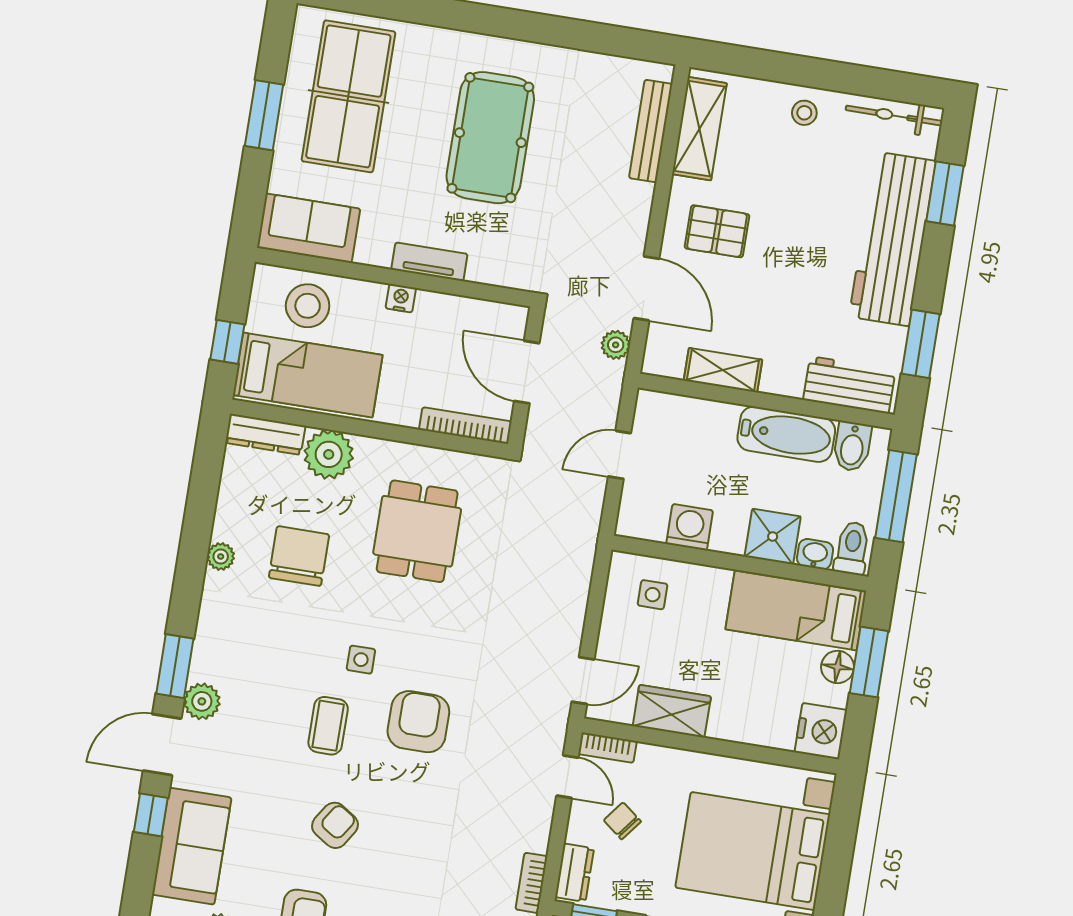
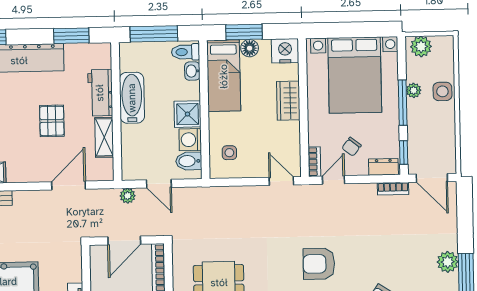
pallet: (717, 231) -> (52, 121), moved
plant: (616, 345) -> (128, 196), moved
workbench: (849, 385) -> (100, 93), moved
bidet: (852, 446) -> (189, 161), moved, turned 180
shower: (773, 537) -> (188, 114), moved
wardrobe: (672, 711) -> (288, 101), moved

